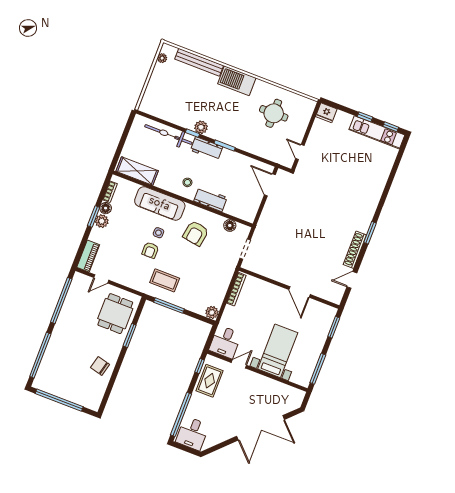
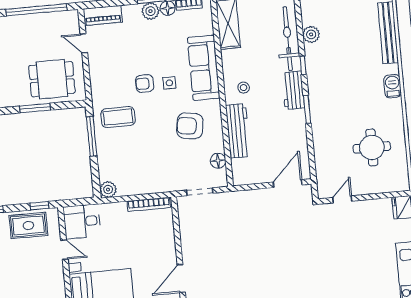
barbecue: (237, 81) -> (392, 86), width x0.53, depth x0.65
plant: (201, 127) -> (311, 34), moved
workbench: (210, 199) -> (238, 131), width x1.38
coffee table: (165, 280) -> (118, 117), turned 90

